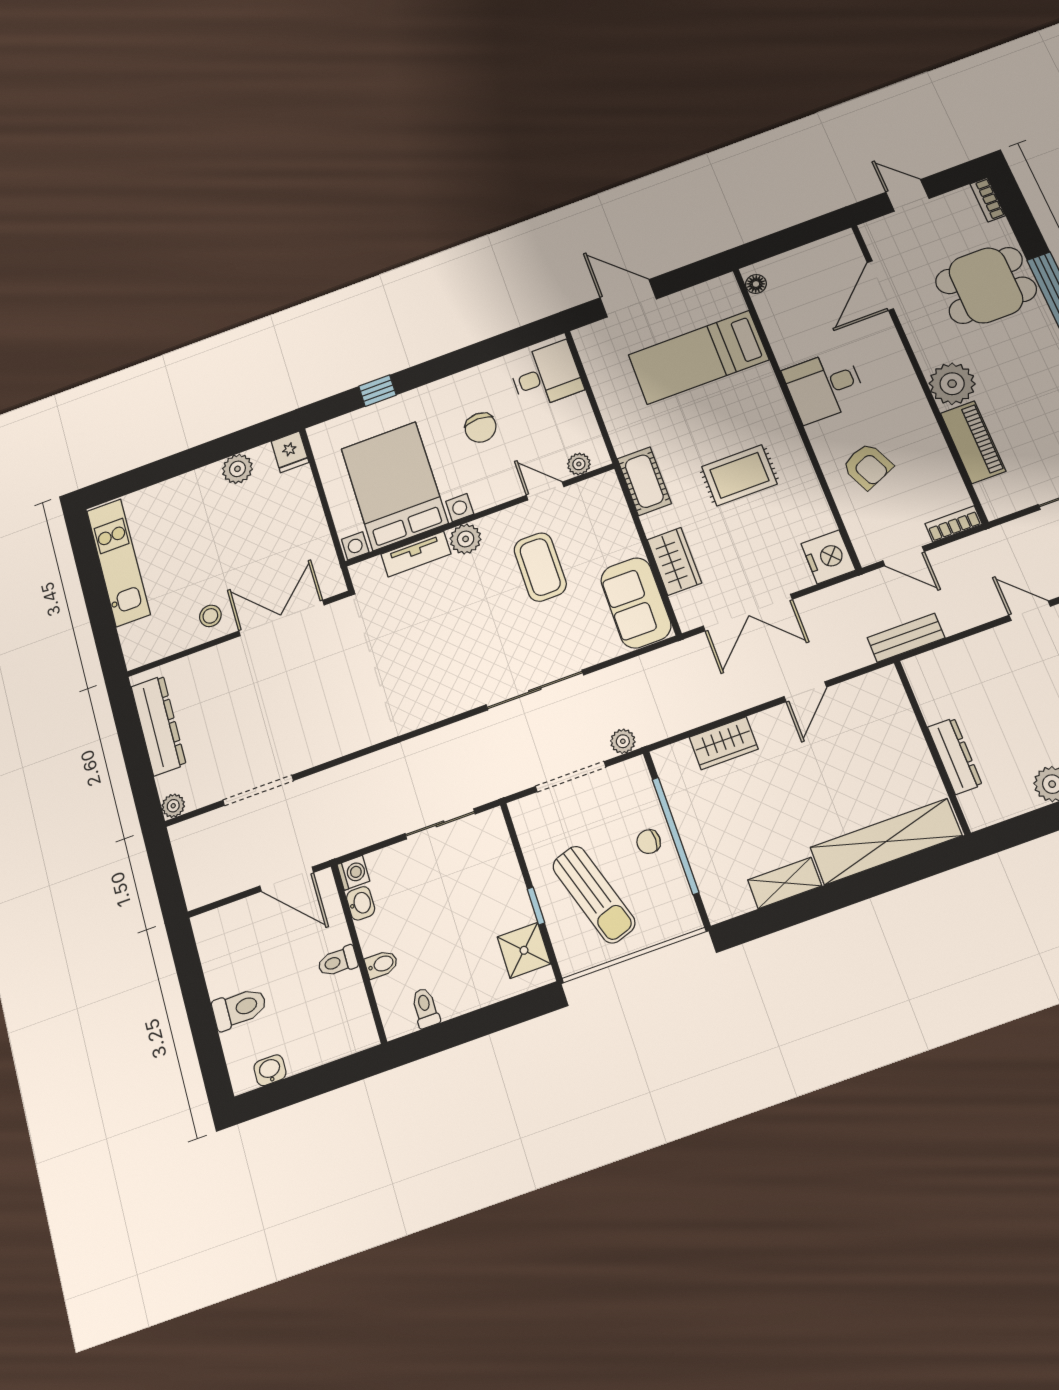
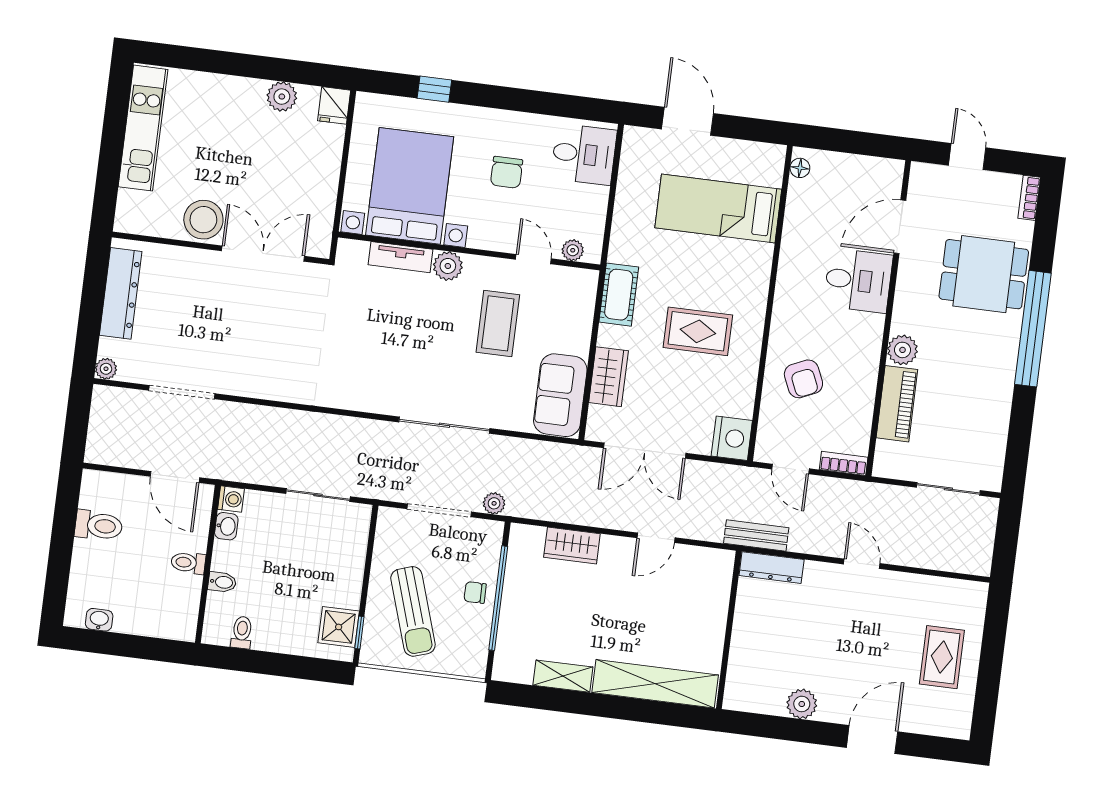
plant: (952, 384) -> (902, 350), width x0.73, depth x0.73
desk: (824, 386) -> (858, 281), moved, turned 180
stool: (210, 616) -> (203, 220), width x1.89, depth x1.89
dresser: (955, 756) -> (772, 568), moved, turned 90
window: (536, 906) -> (359, 633), moved
toilet: (239, 1008) -> (99, 526), moved

